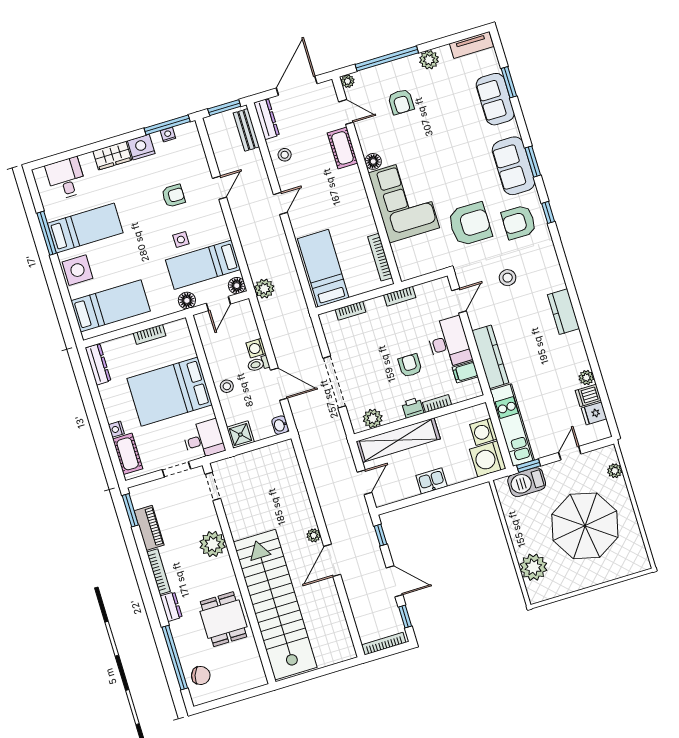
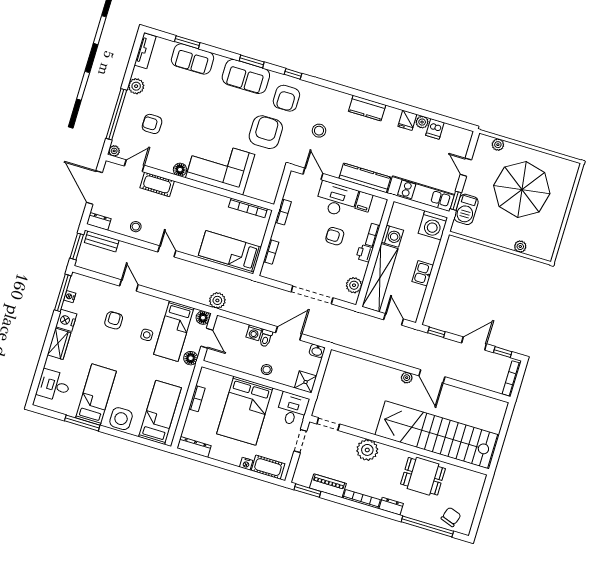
armchair: (401, 102) -> (152, 124), turned 180
dresser: (267, 119) -> (99, 221), width x0.70
fridge: (594, 413) -> (407, 120), moved
washing machine: (483, 432) -> (392, 236), moved, turned -90
plant: (533, 567) -> (520, 246), width x0.53, depth x0.53

